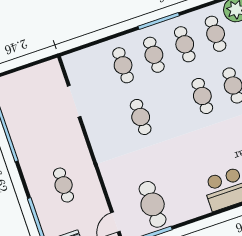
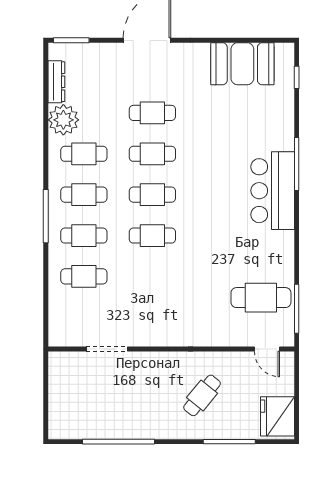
cafe table: (141, 117) -> (152, 236), moved
cafe table: (64, 185) -> (202, 395), turned -51

